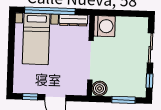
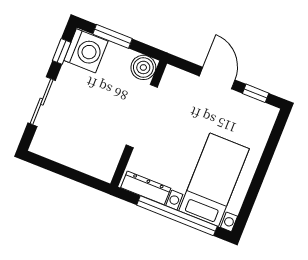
washing machine: (105, 26) -> (86, 51), moved, turned 180

